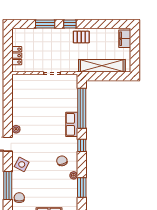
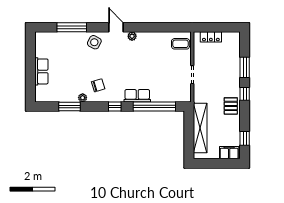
window: (111, 24) -> (245, 138), added
coffee table: (23, 84) -> (181, 44), added
chair: (19, 198) -> (59, 40), removed

